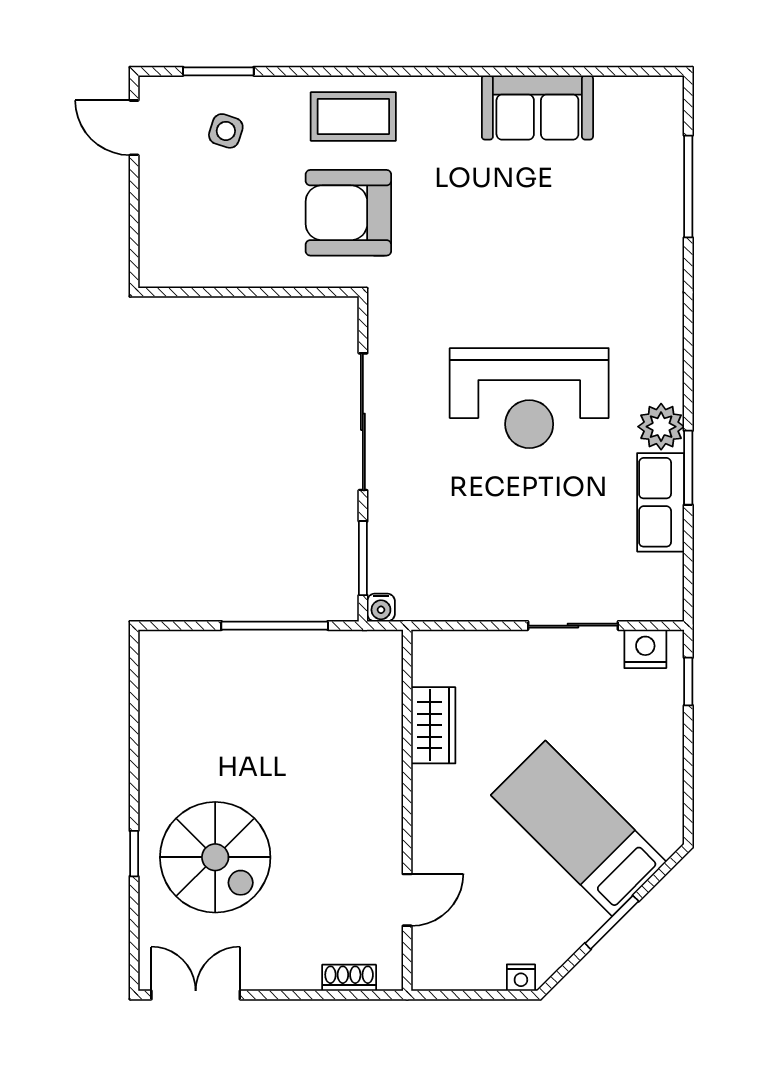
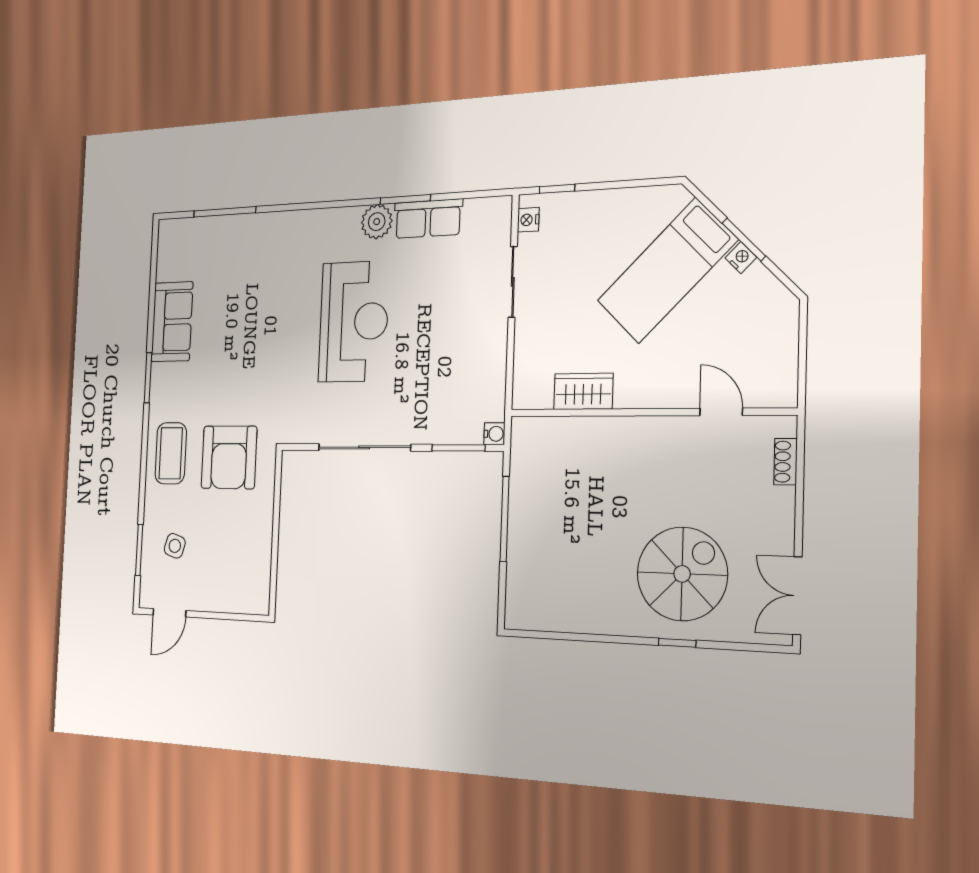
window: (459, 71) -> (148, 378), added
nightstand: (645, 649) -> (528, 220), width x0.72, depth x0.74
nightstand: (521, 978) -> (741, 258), moved, turned -45

